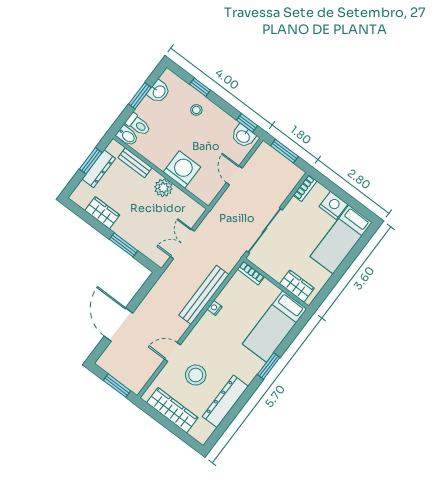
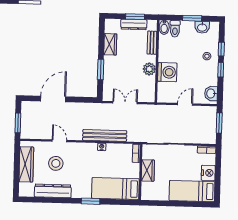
window: (247, 123) -> (221, 70), moved
wardrobe: (297, 286) -> (148, 170), moved

